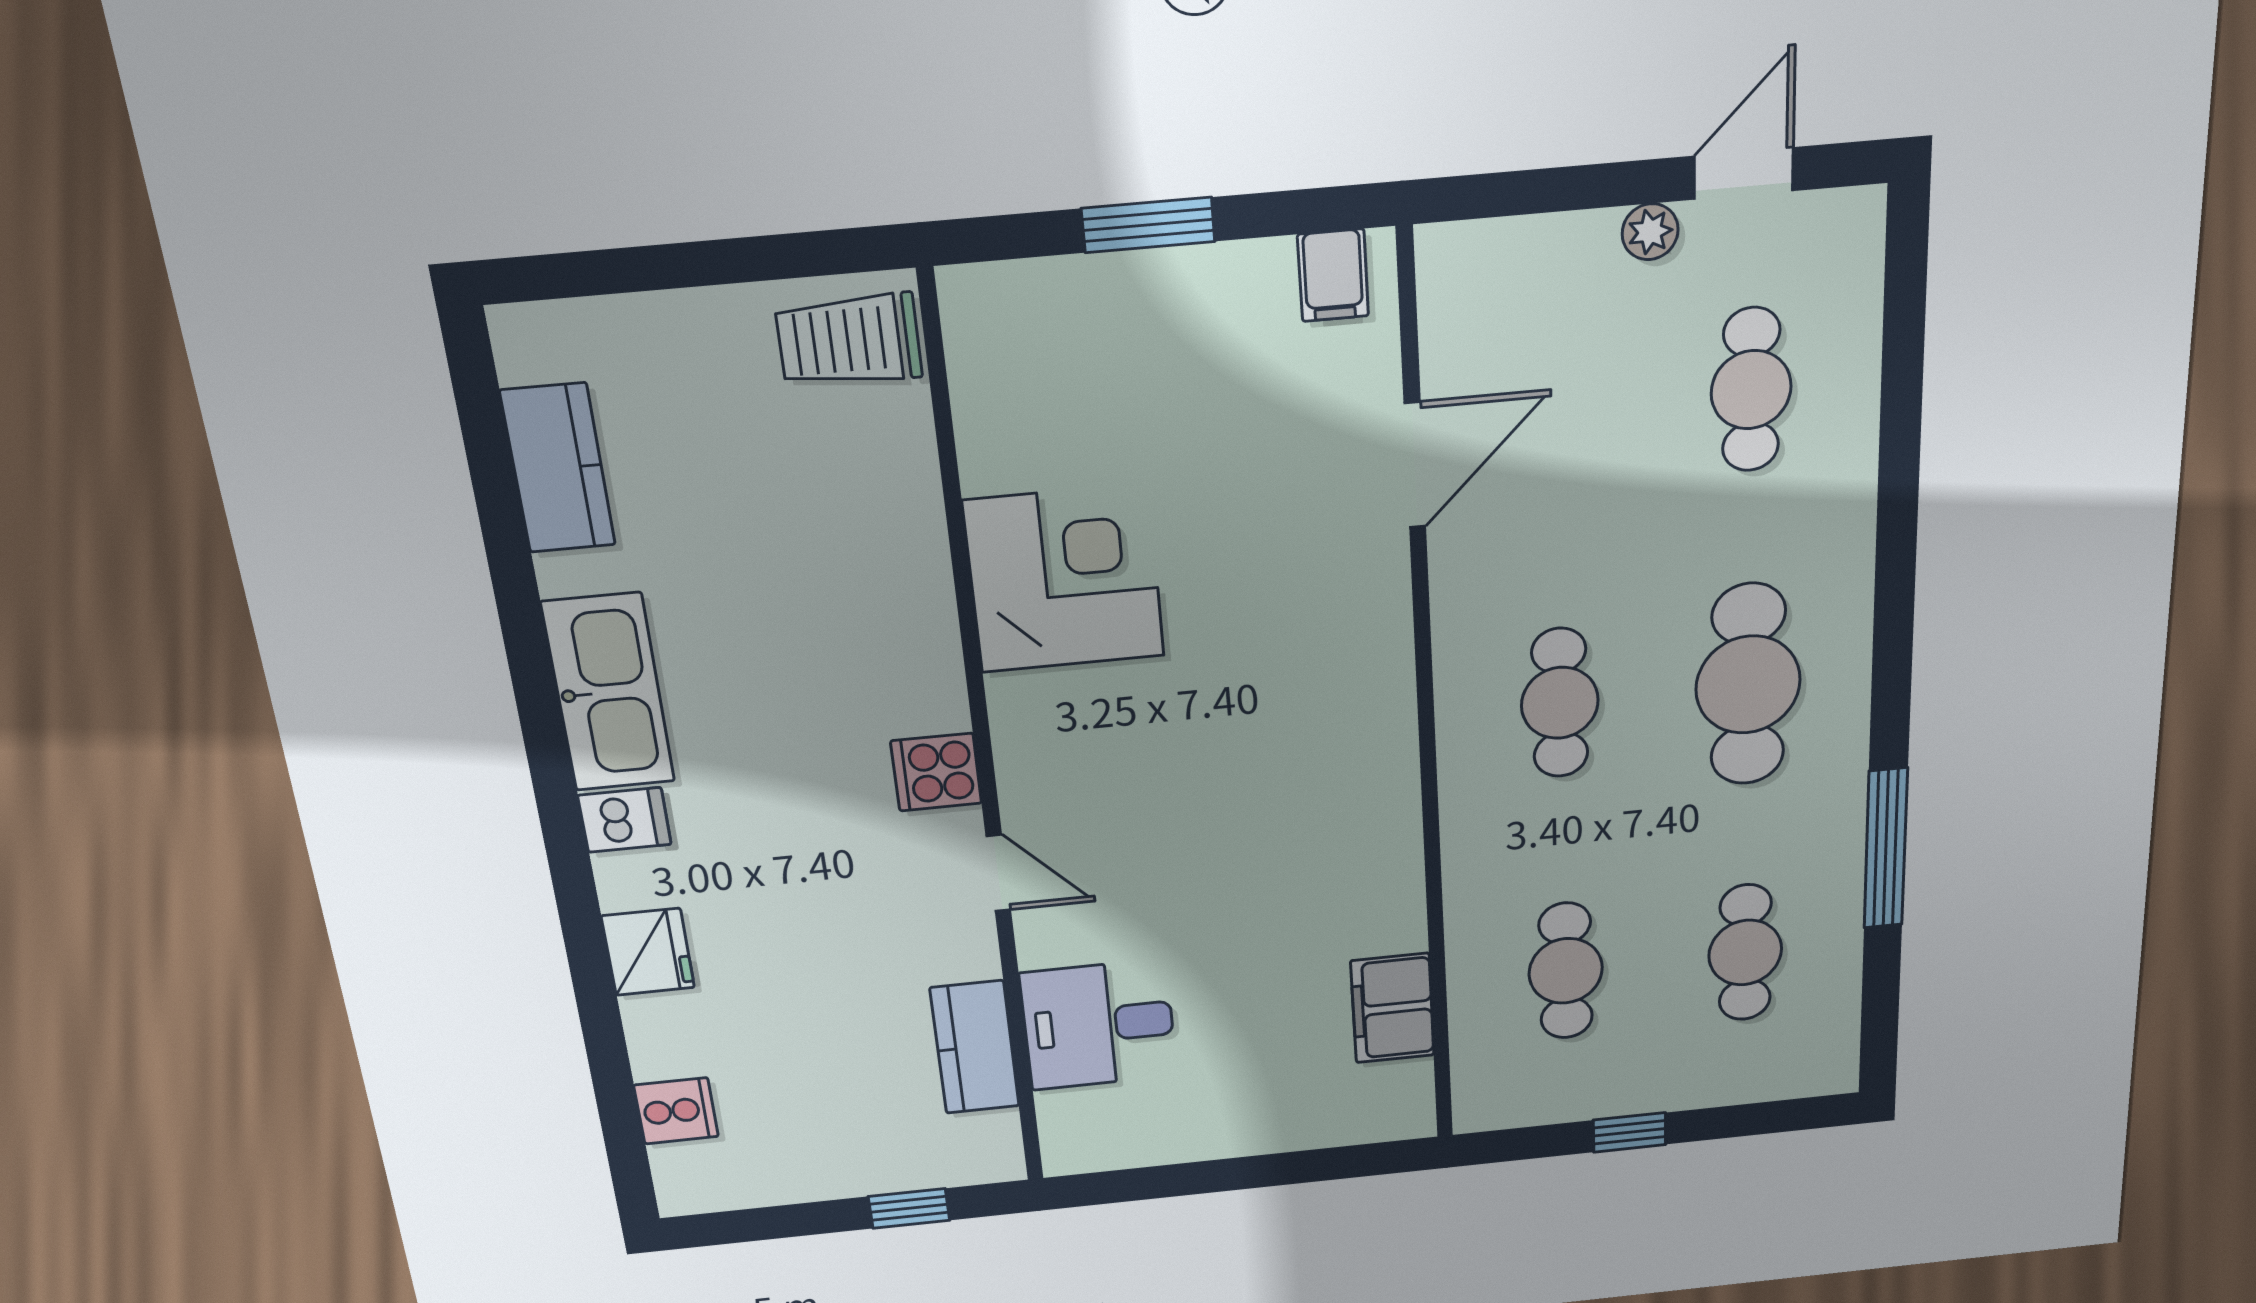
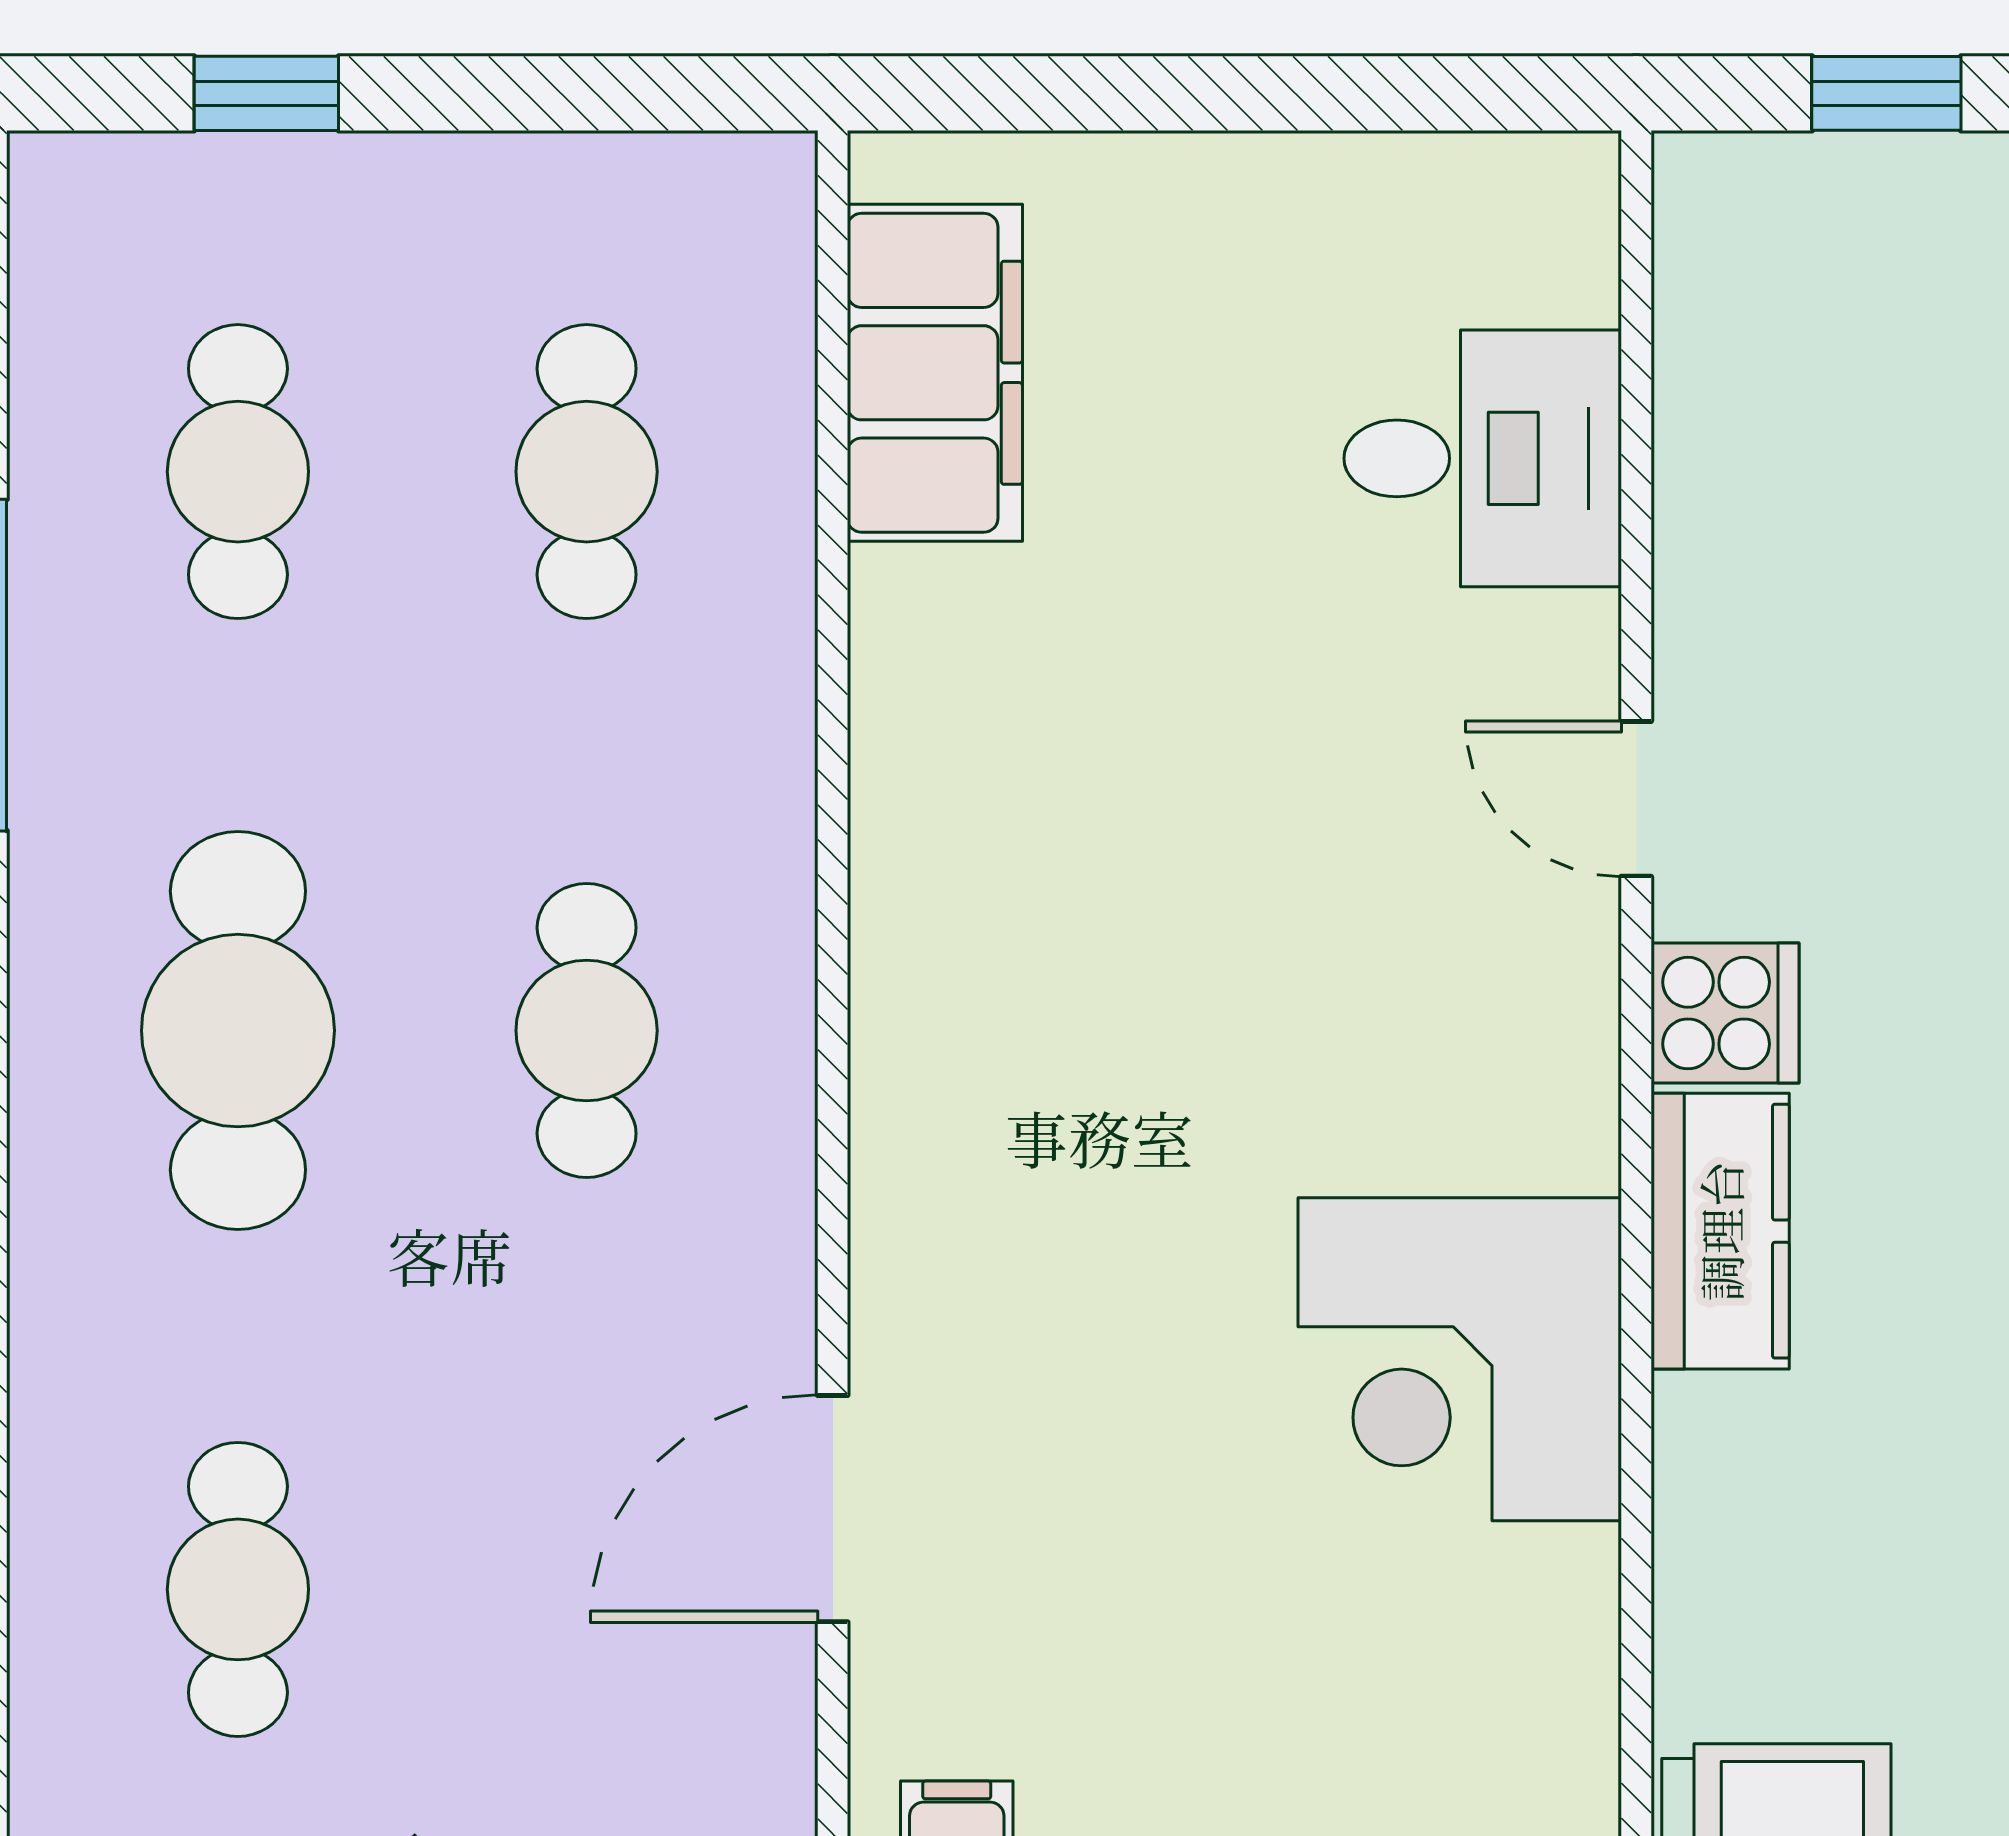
filing cabinet: (1392, 1008) -> (935, 373), width x1.50, depth x1.17
kitchen counter: (975, 1047) -> (1720, 1231), moved
window: (1629, 1132) -> (266, 93), moved

